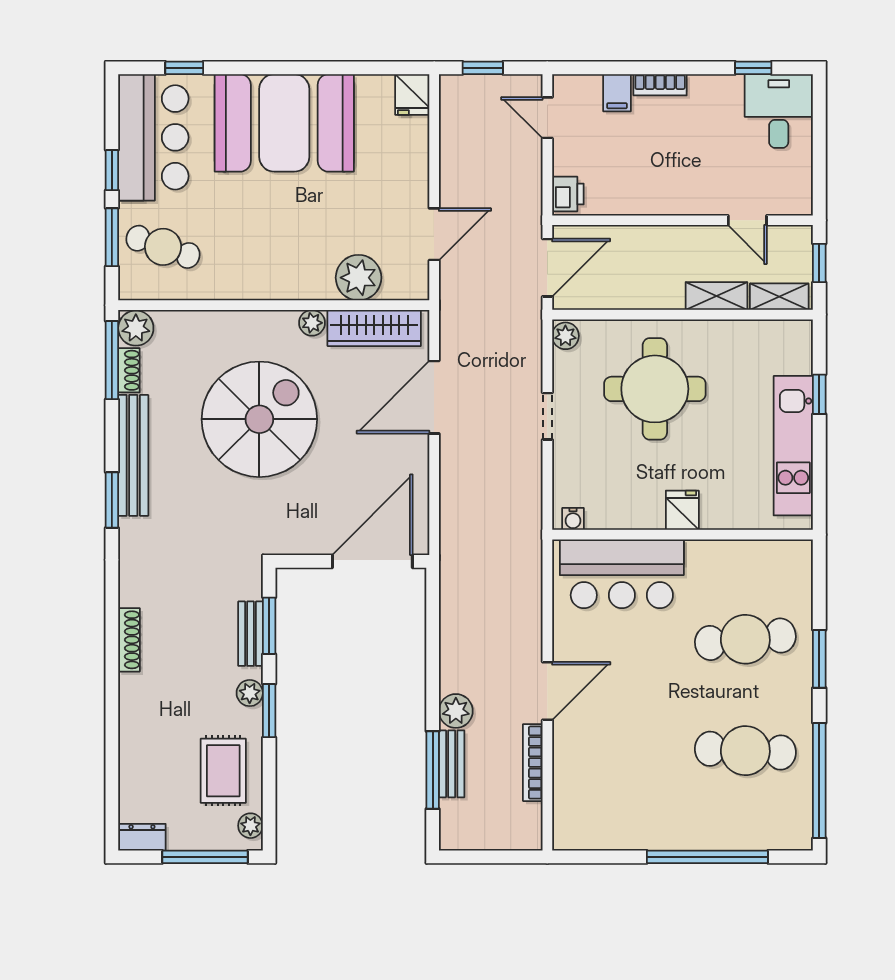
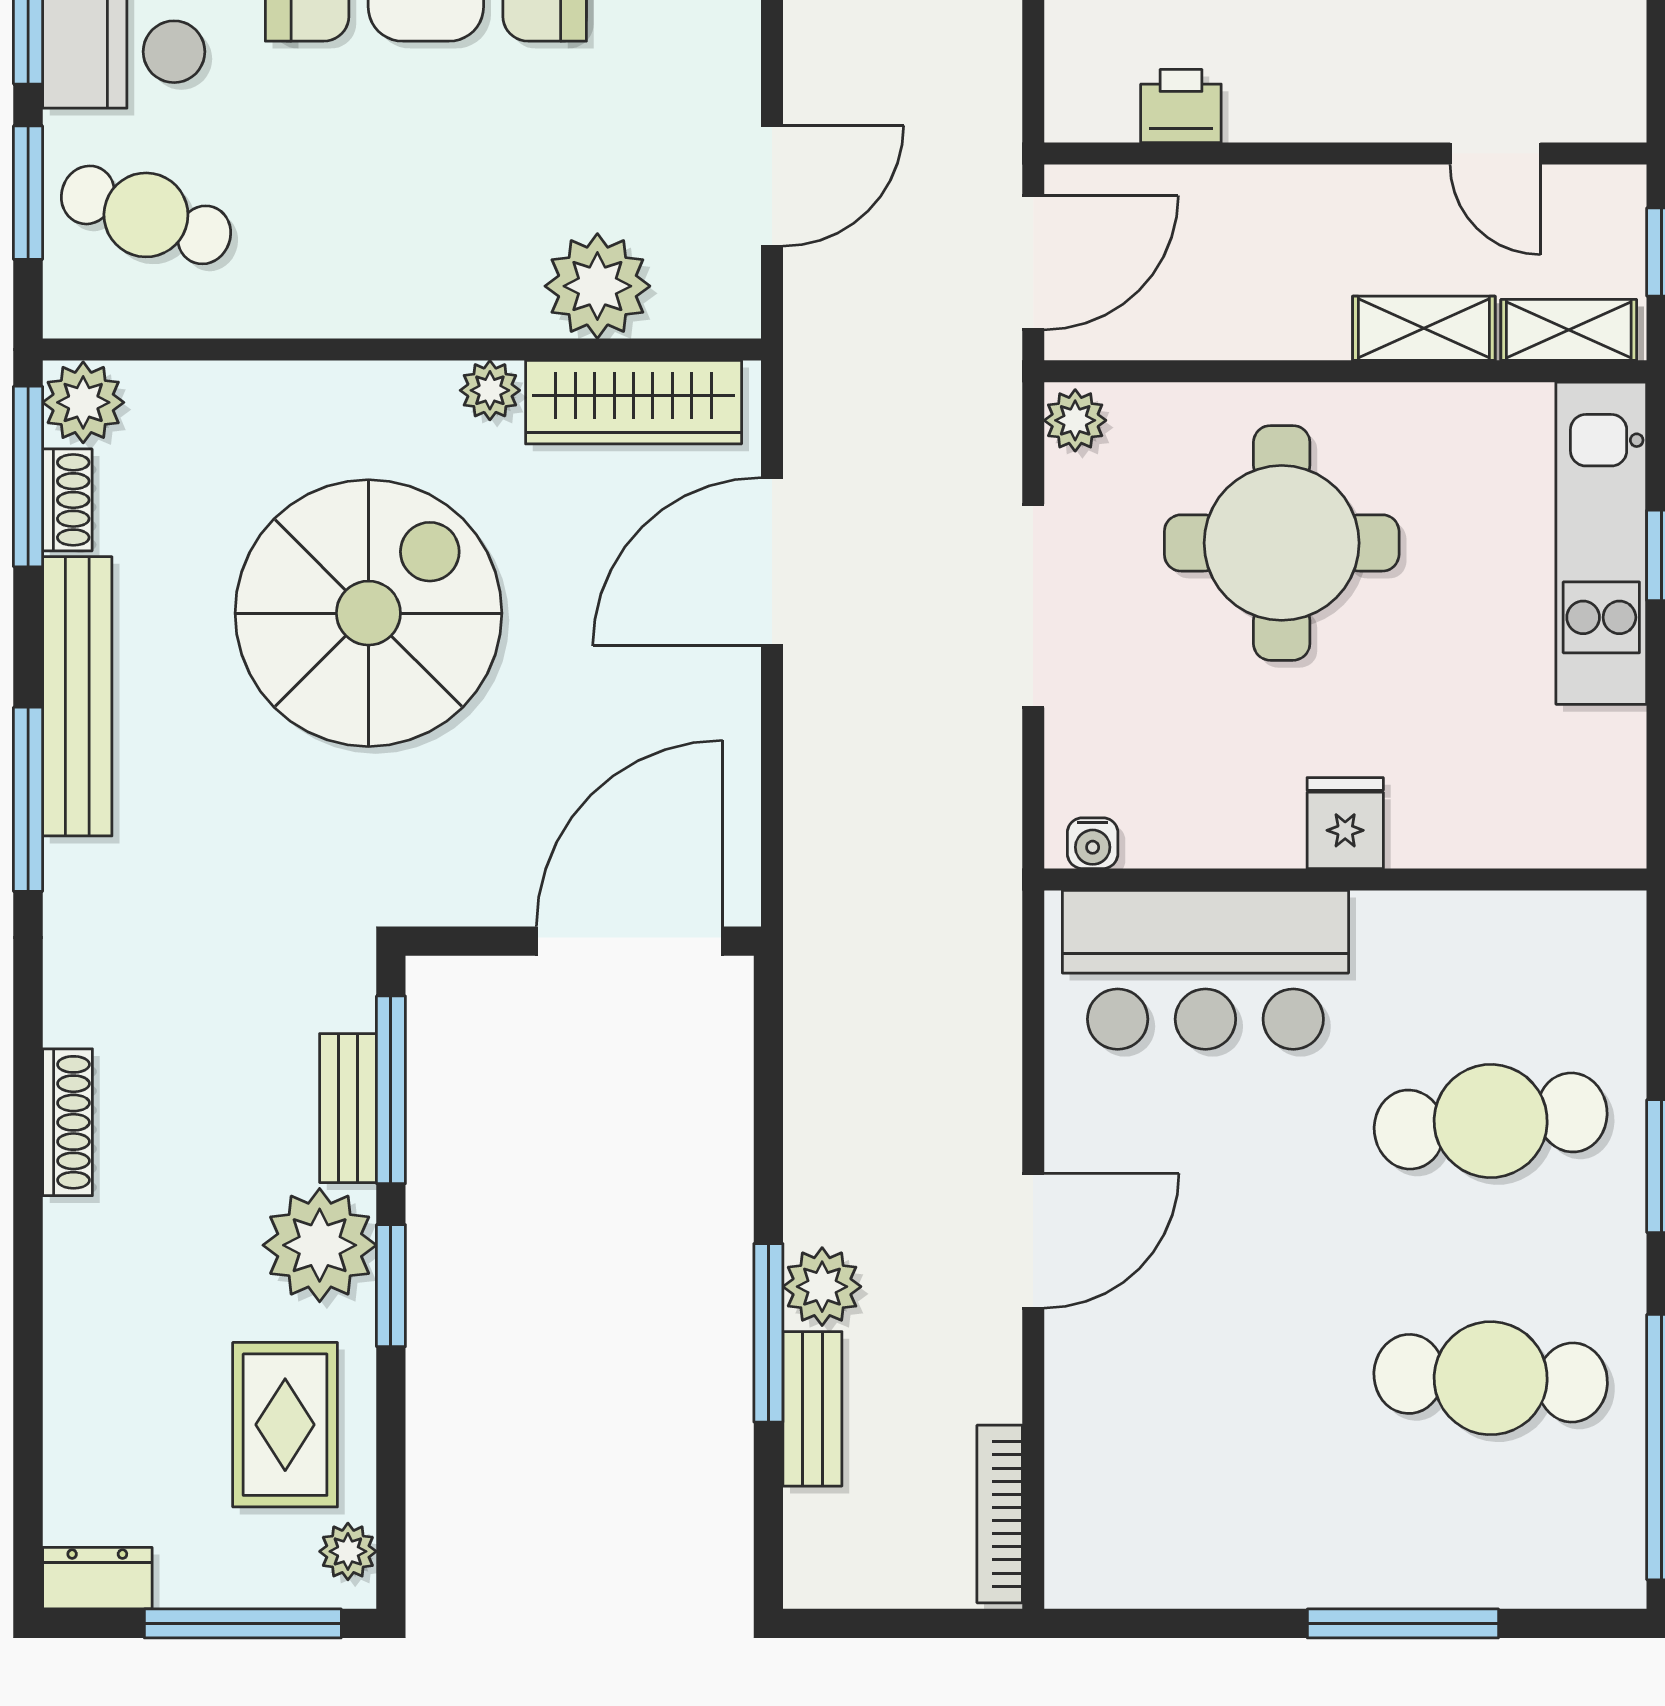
printer: (568, 194) -> (1181, 106), moved, turned -90
doorway: (547, 416) -> (1033, 606), width x1.87
kitchen unit: (793, 446) -> (1601, 543), moved
window: (112, 500) -> (28, 799), width x1.44
window: (269, 626) -> (391, 1090), width x1.44
plant: (250, 693) -> (320, 1245), width x1.87, depth x1.87
bookcase: (533, 763) -> (1000, 1514), moved
window: (433, 770) -> (768, 1333), moved
window: (707, 857) -> (1403, 1623), width x0.68

